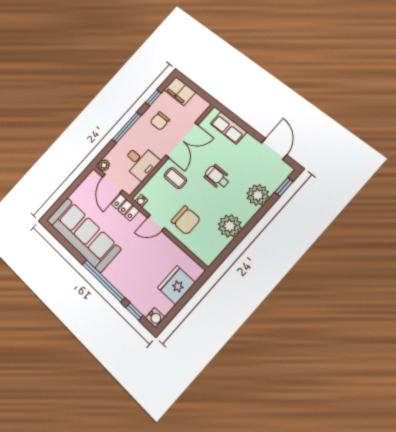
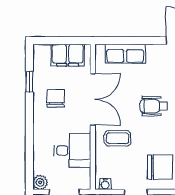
filing cabinet: (180, 91) -> (68, 55), moved
chair: (160, 121) -> (56, 98), turned 180
window: (127, 127) -> (29, 130), removed

